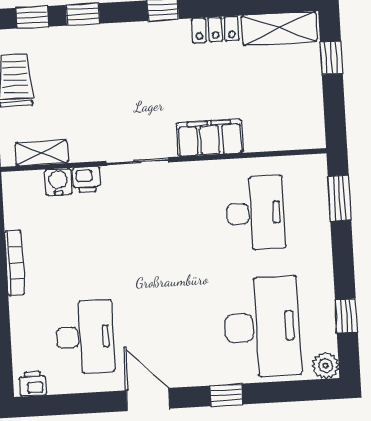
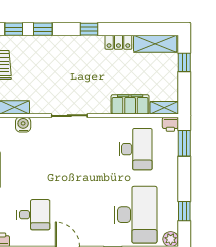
filing cabinet: (210, 138) -> (130, 104), moved
shelving: (301, 139) -> (164, 108), added
printer: (87, 180) -> (170, 124), moved
desk: (85, 337) -> (33, 215), width x0.73

